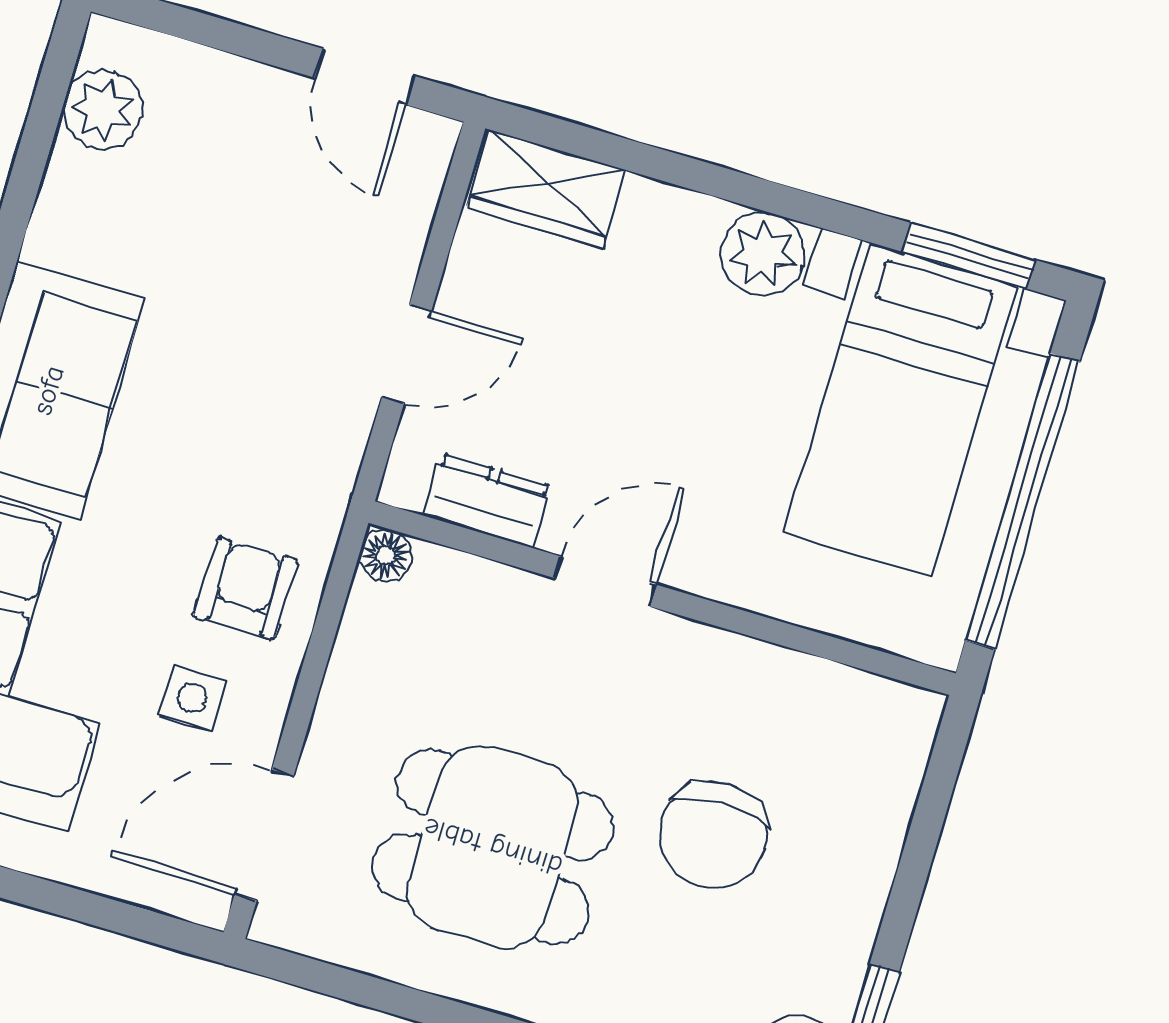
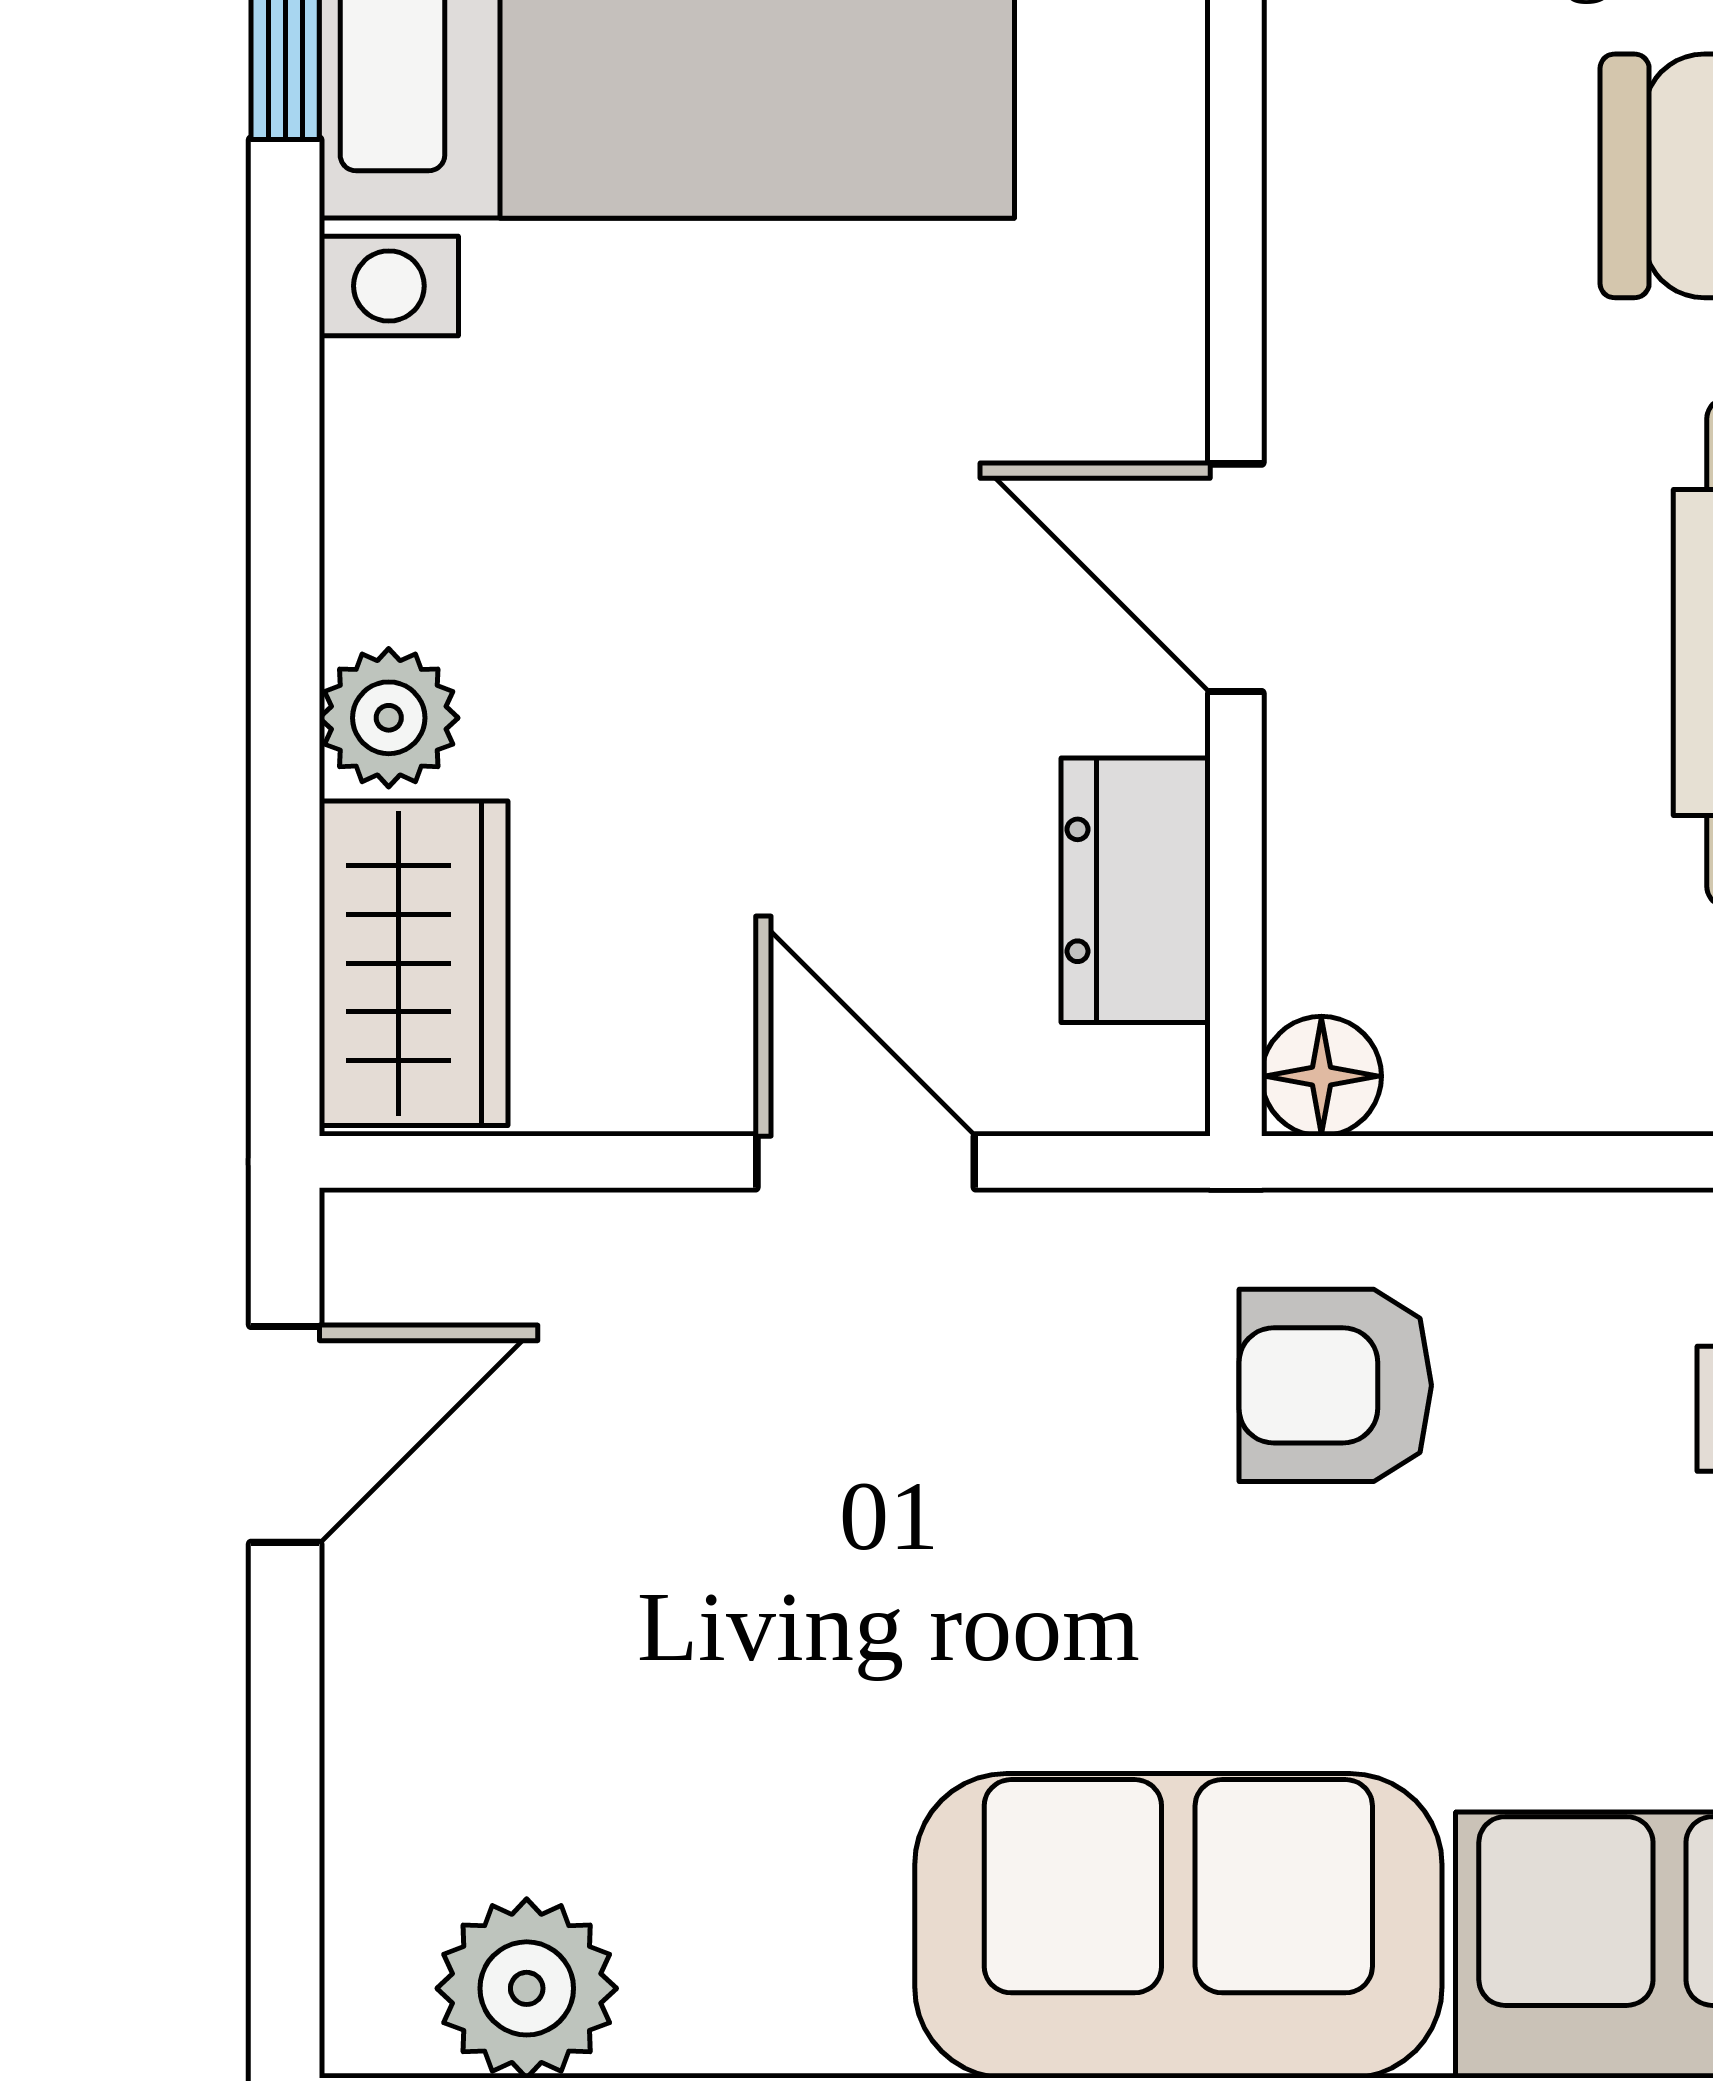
plant: (763, 254) -> (389, 718), moved, width x0.73, depth x0.73
armchair: (246, 588) -> (1335, 1385), moved

